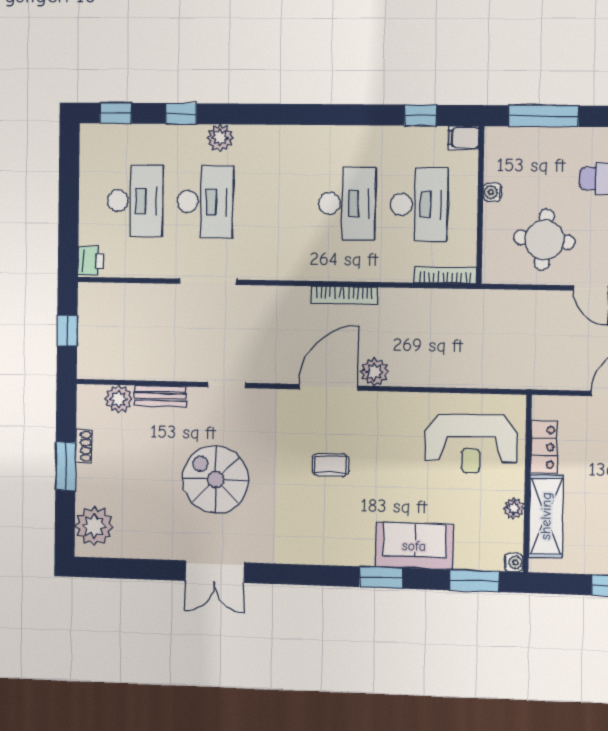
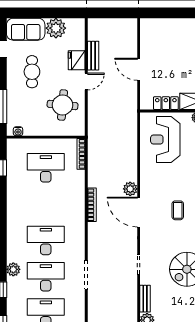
filing cabinet: (464, 138) -> (12, 146), removed
water cooler: (492, 192) -> (18, 131), moved
desk: (347, 203) -> (46, 240), moved
reception desk: (471, 444) -> (165, 139), turned 180

